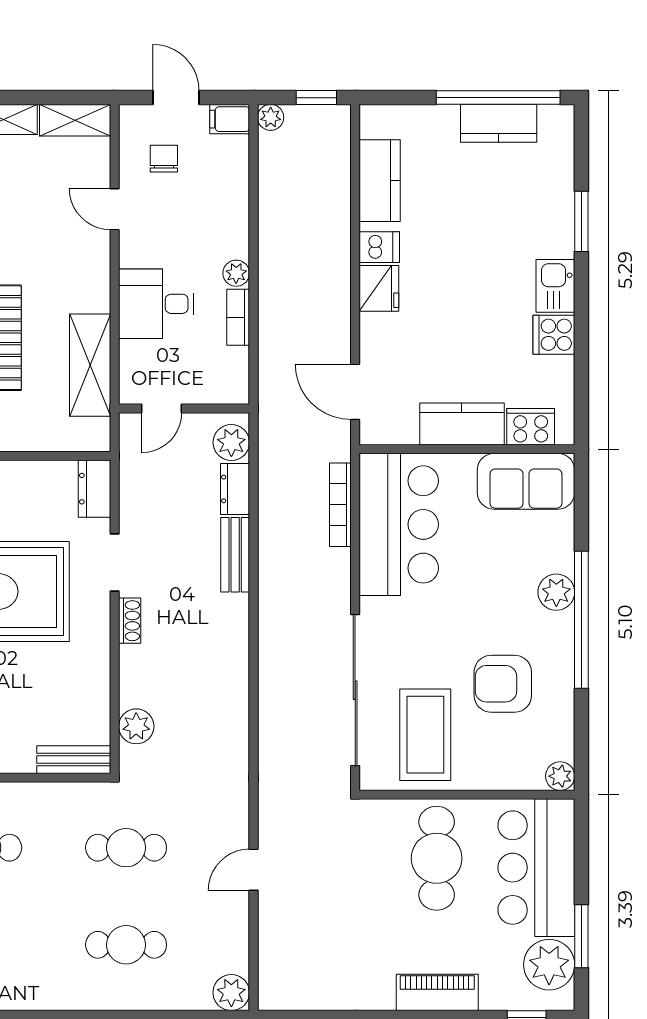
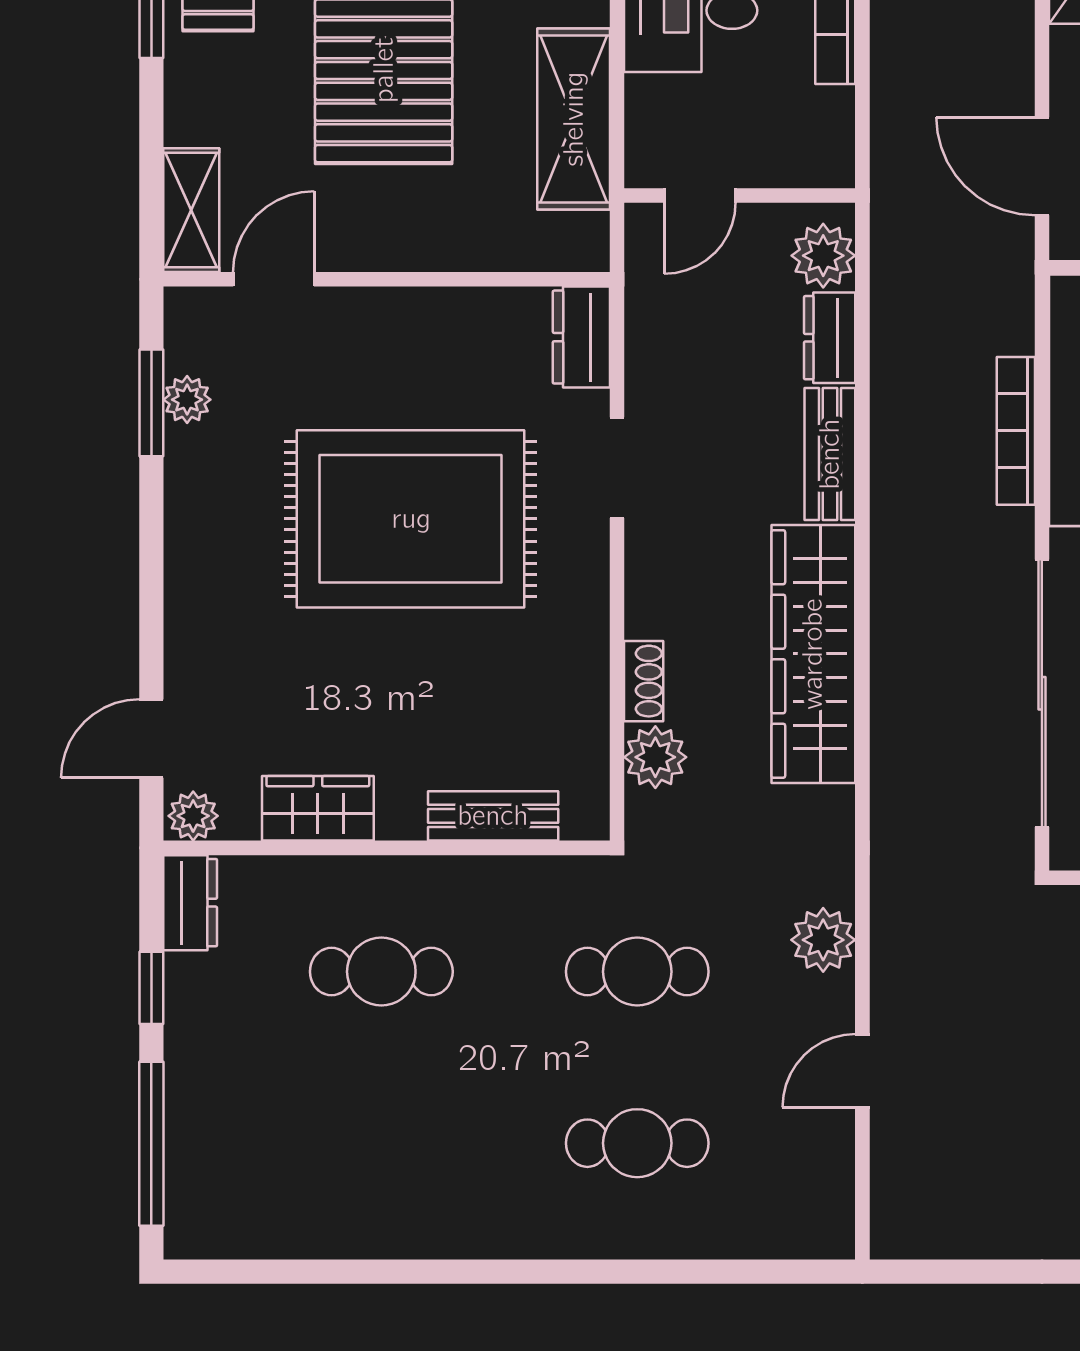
bookcase: (340, 505) -> (1016, 431), moved
shoe rack: (130, 621) -> (644, 681), moved
wardrobe: (226, 668) -> (813, 654), added
bench: (74, 760) -> (493, 816), moved
door: (253, 870) -> (862, 1071), moved
plant: (231, 993) -> (823, 940), moved

